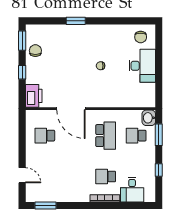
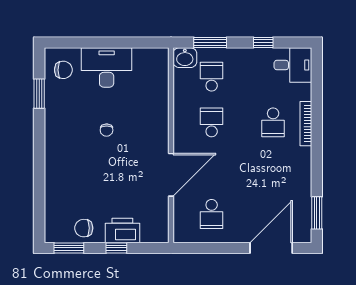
window: (76, 21) -> (39, 94), moved
printer: (34, 96) -> (122, 231), moved
school desk: (106, 136) -> (212, 122), width x0.54
school desk: (136, 136) -> (212, 77), turned 180
door: (22, 175) -> (271, 248), width x1.87
desk: (132, 190) -> (293, 65), moved

